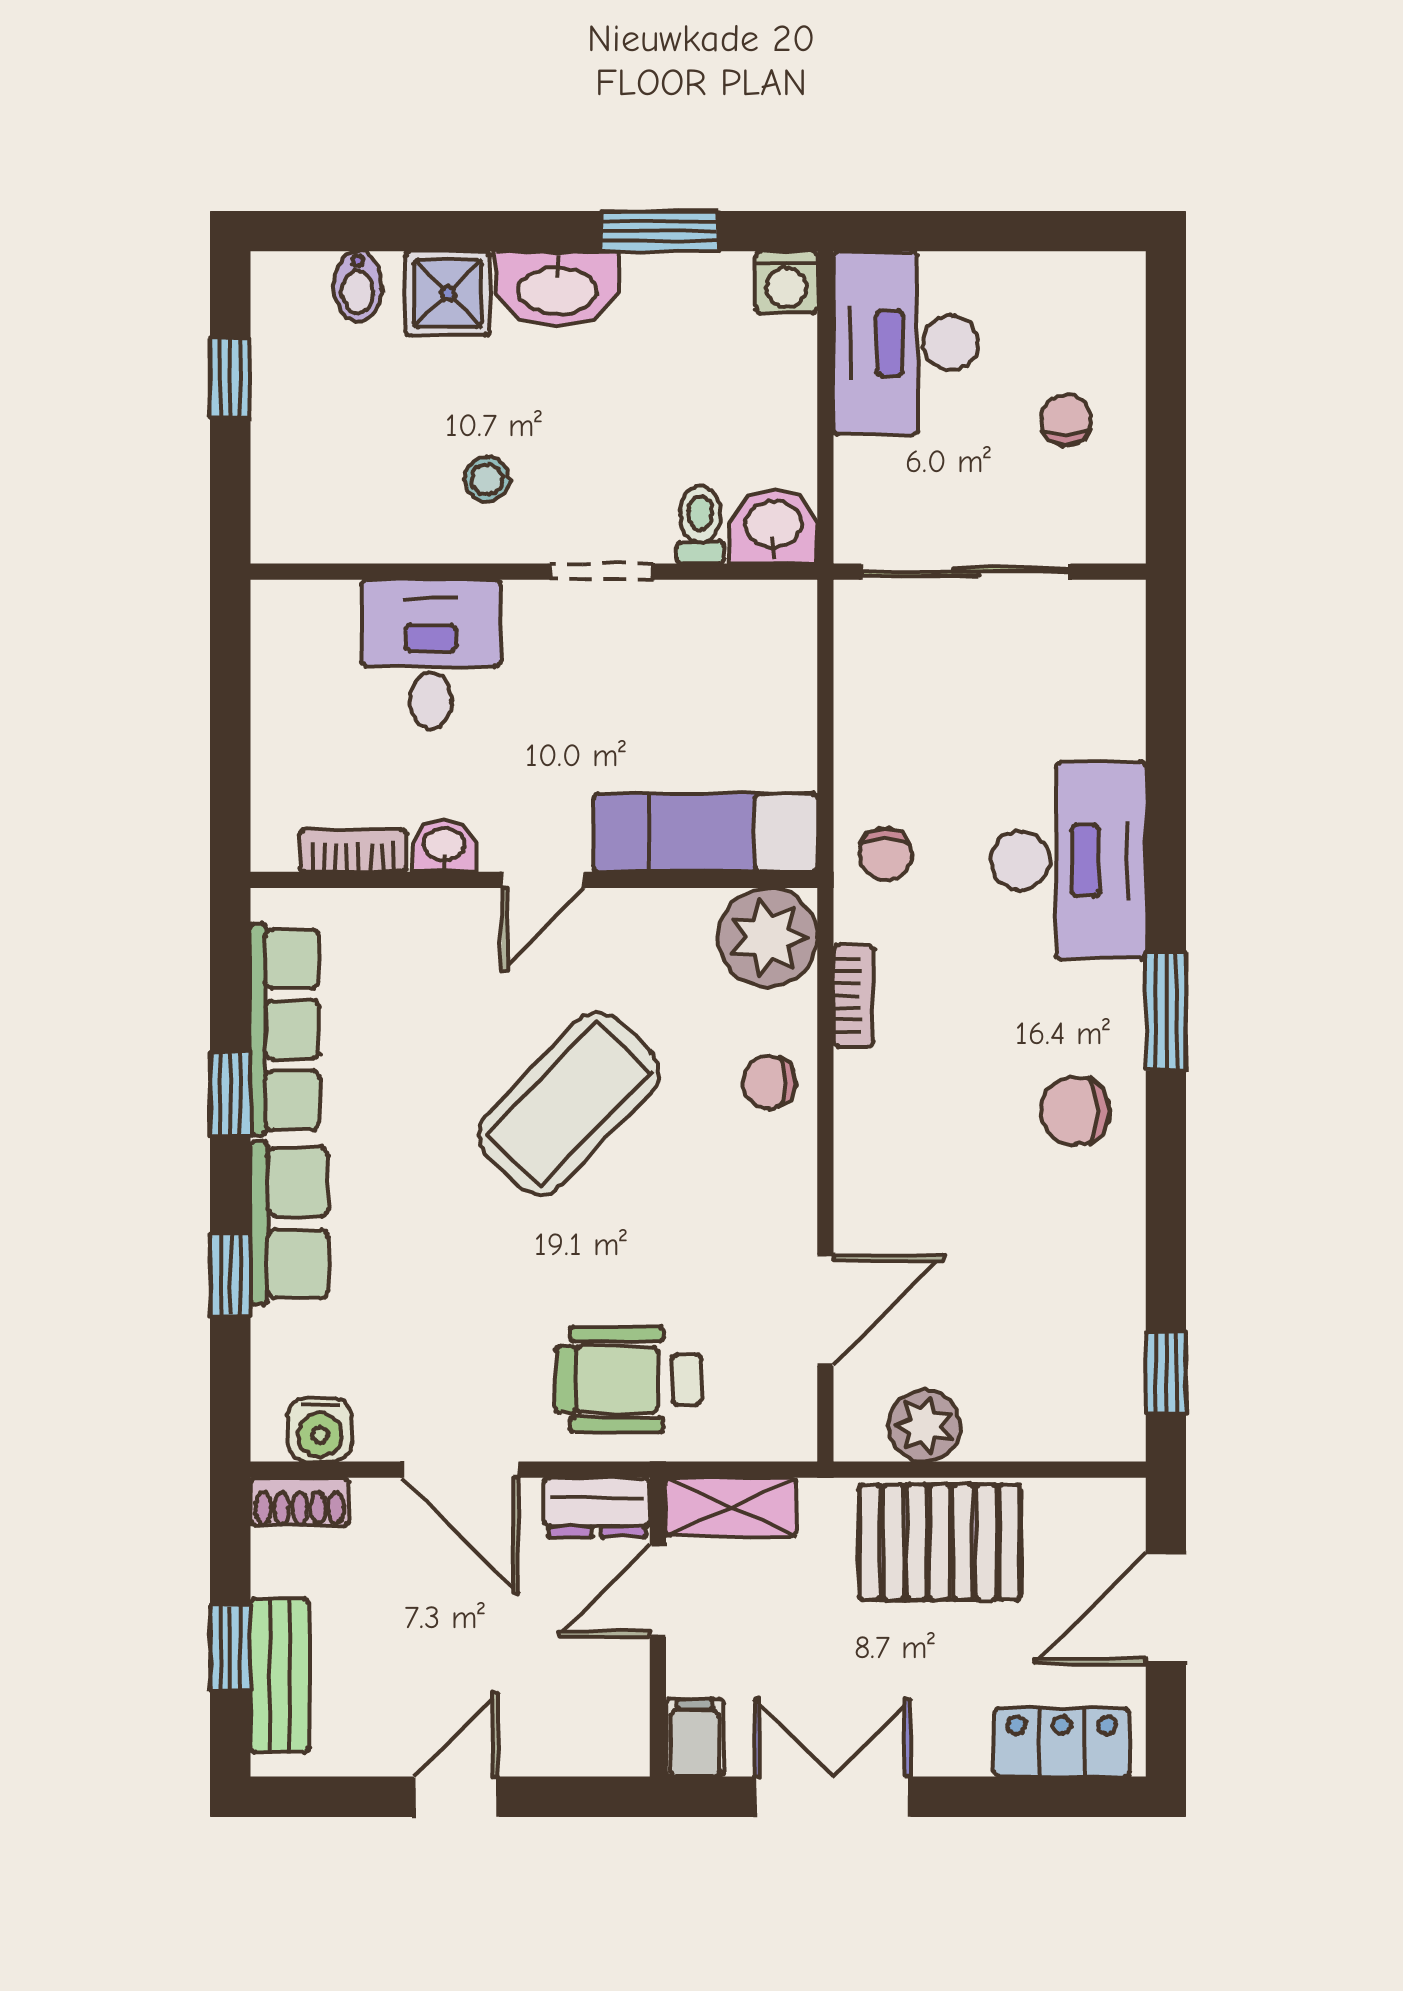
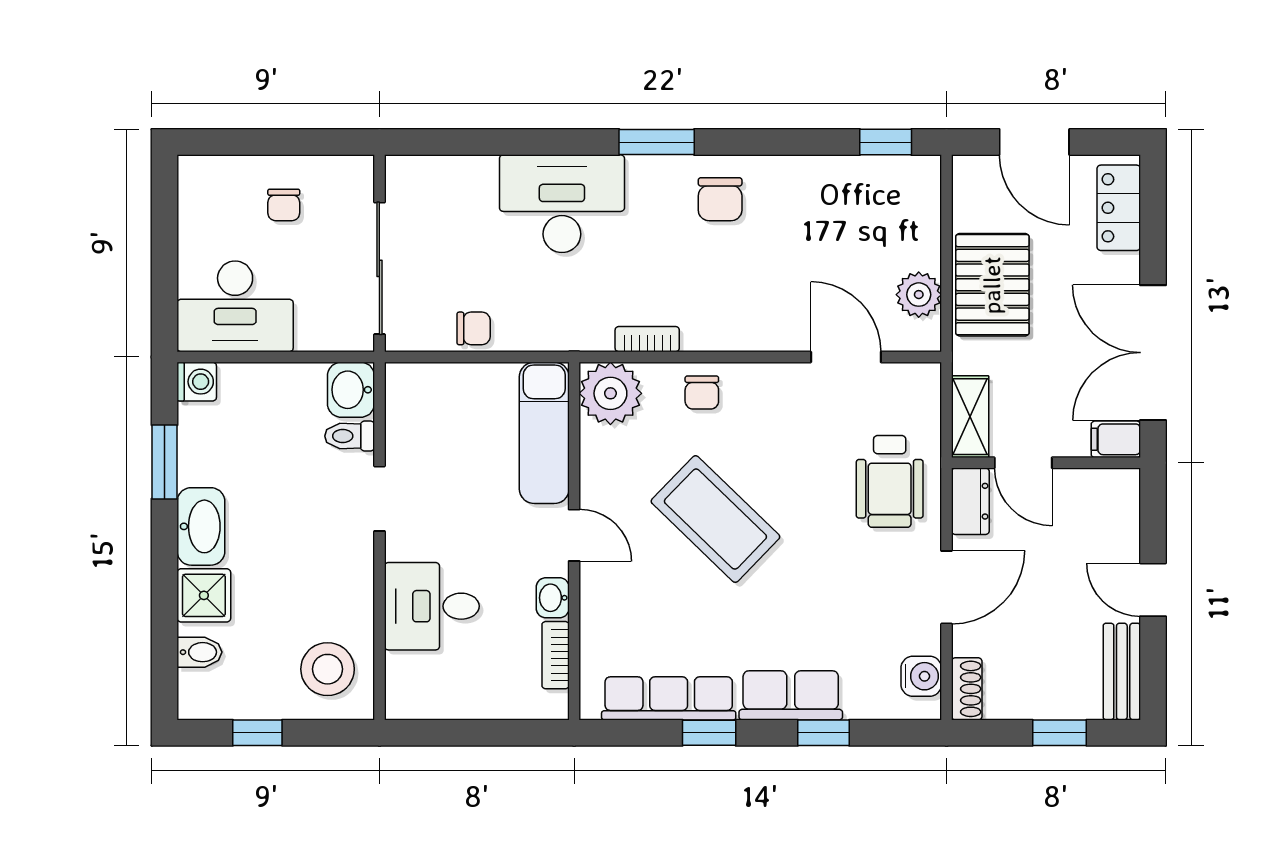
chair: (1066, 420) -> (284, 205), turned -90
stool: (487, 480) -> (328, 669), moved, width x1.89, depth x1.89
chair: (886, 854) -> (474, 328), moved
bench: (280, 1675) -> (1122, 672), moved, turned 90
double door: (832, 1797) -> (1153, 353), width x1.37

